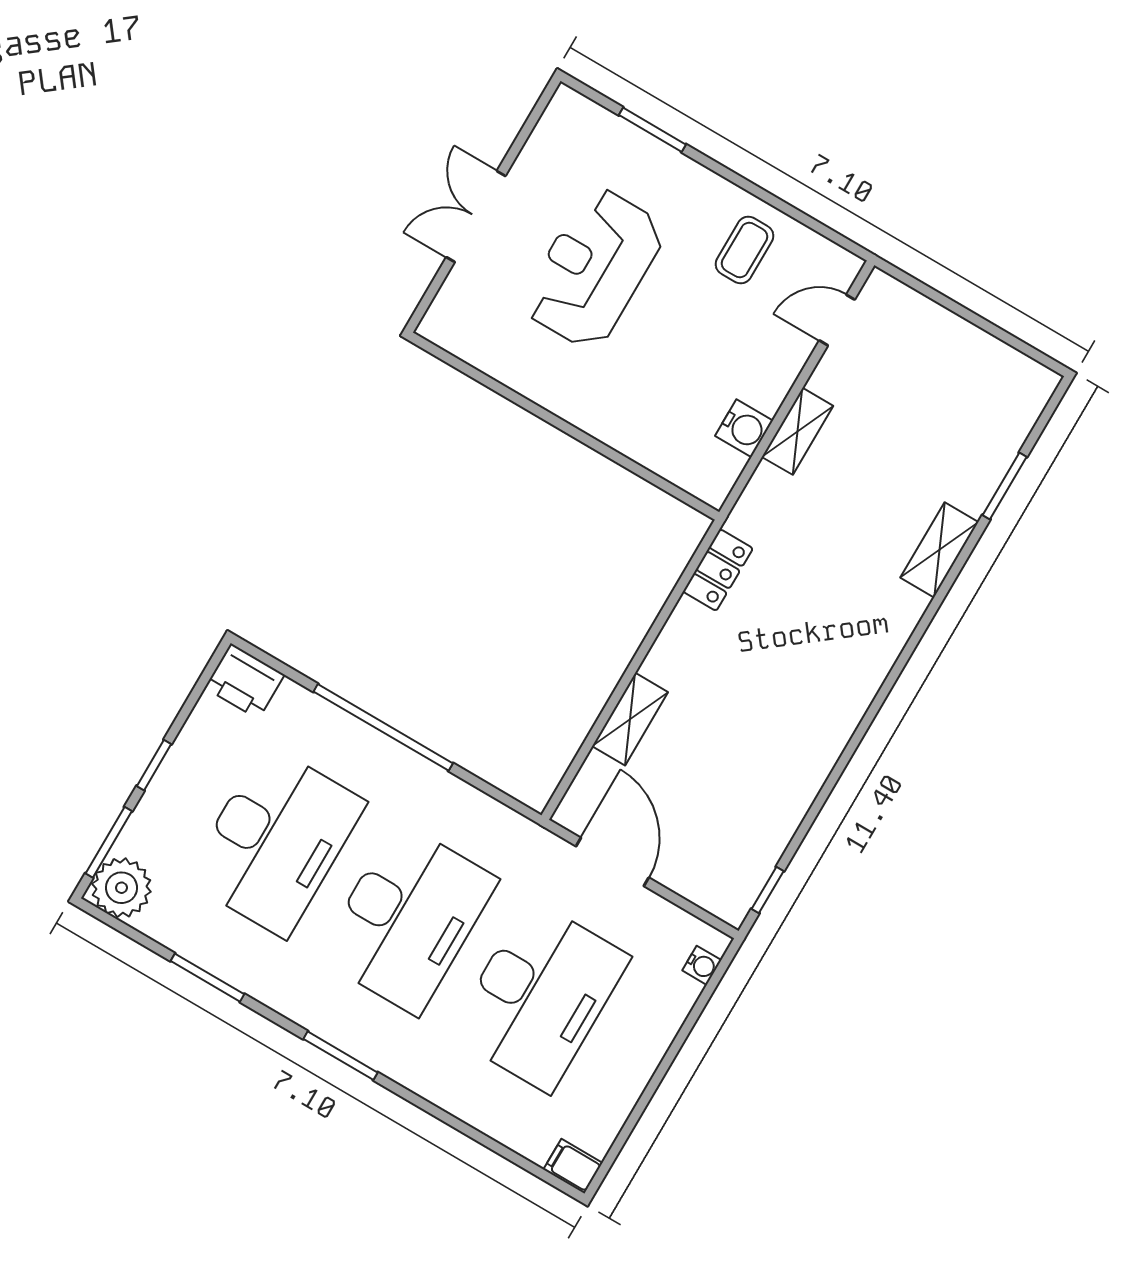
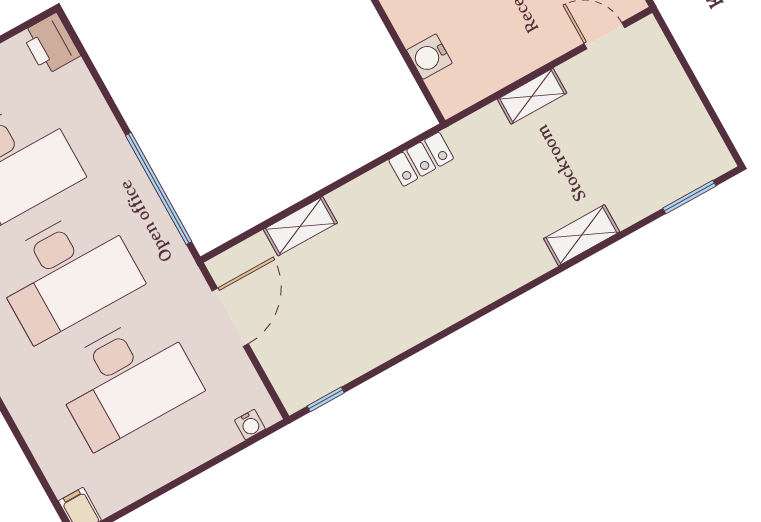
water cooler: (744, 428) -> (429, 57), moved, turned 90
window: (1005, 486) -> (689, 197), moved
window: (383, 727) -> (159, 188), moved

